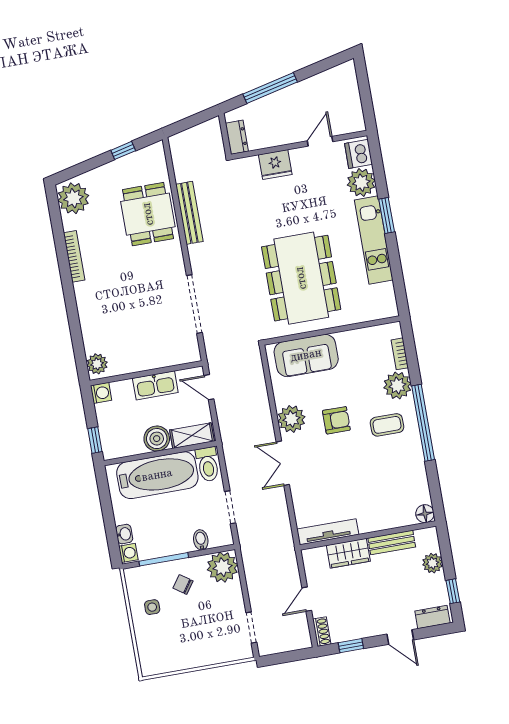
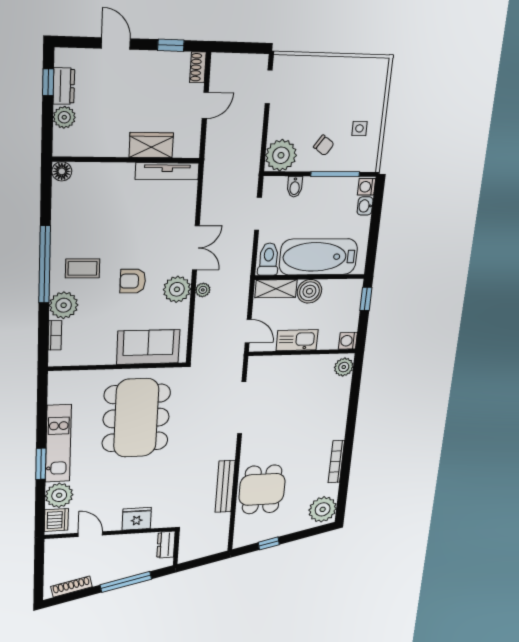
shoe rack: (327, 77) -> (71, 587), added
door: (320, 141) -> (90, 534), swing flipped
plant: (266, 422) -> (203, 290), added
bench: (392, 542) -> (103, 148), removed
dresser: (432, 617) -> (64, 86), moved, turned -90

